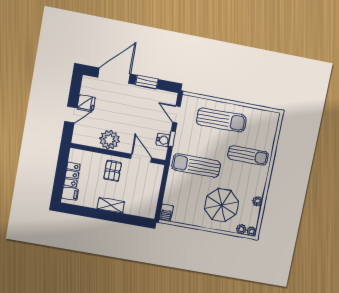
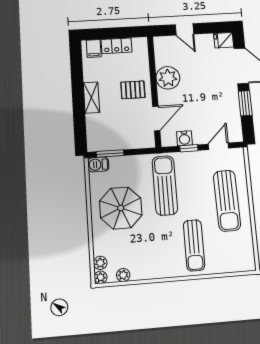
fridge: (86, 103) -> (224, 40), moved, turned 90
plant: (257, 201) -> (123, 275), moved
window: (160, 202) -> (110, 154), added
parasol: (222, 205) -> (121, 208), moved

